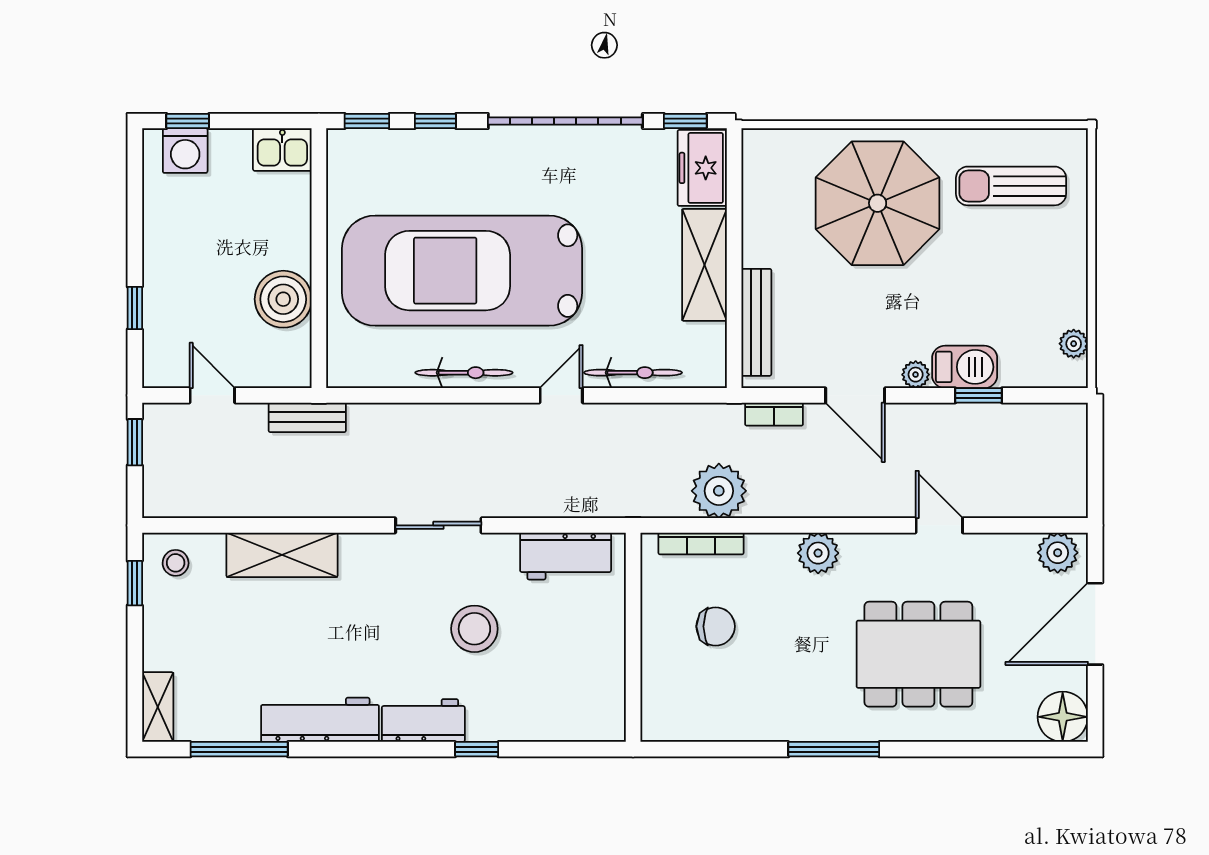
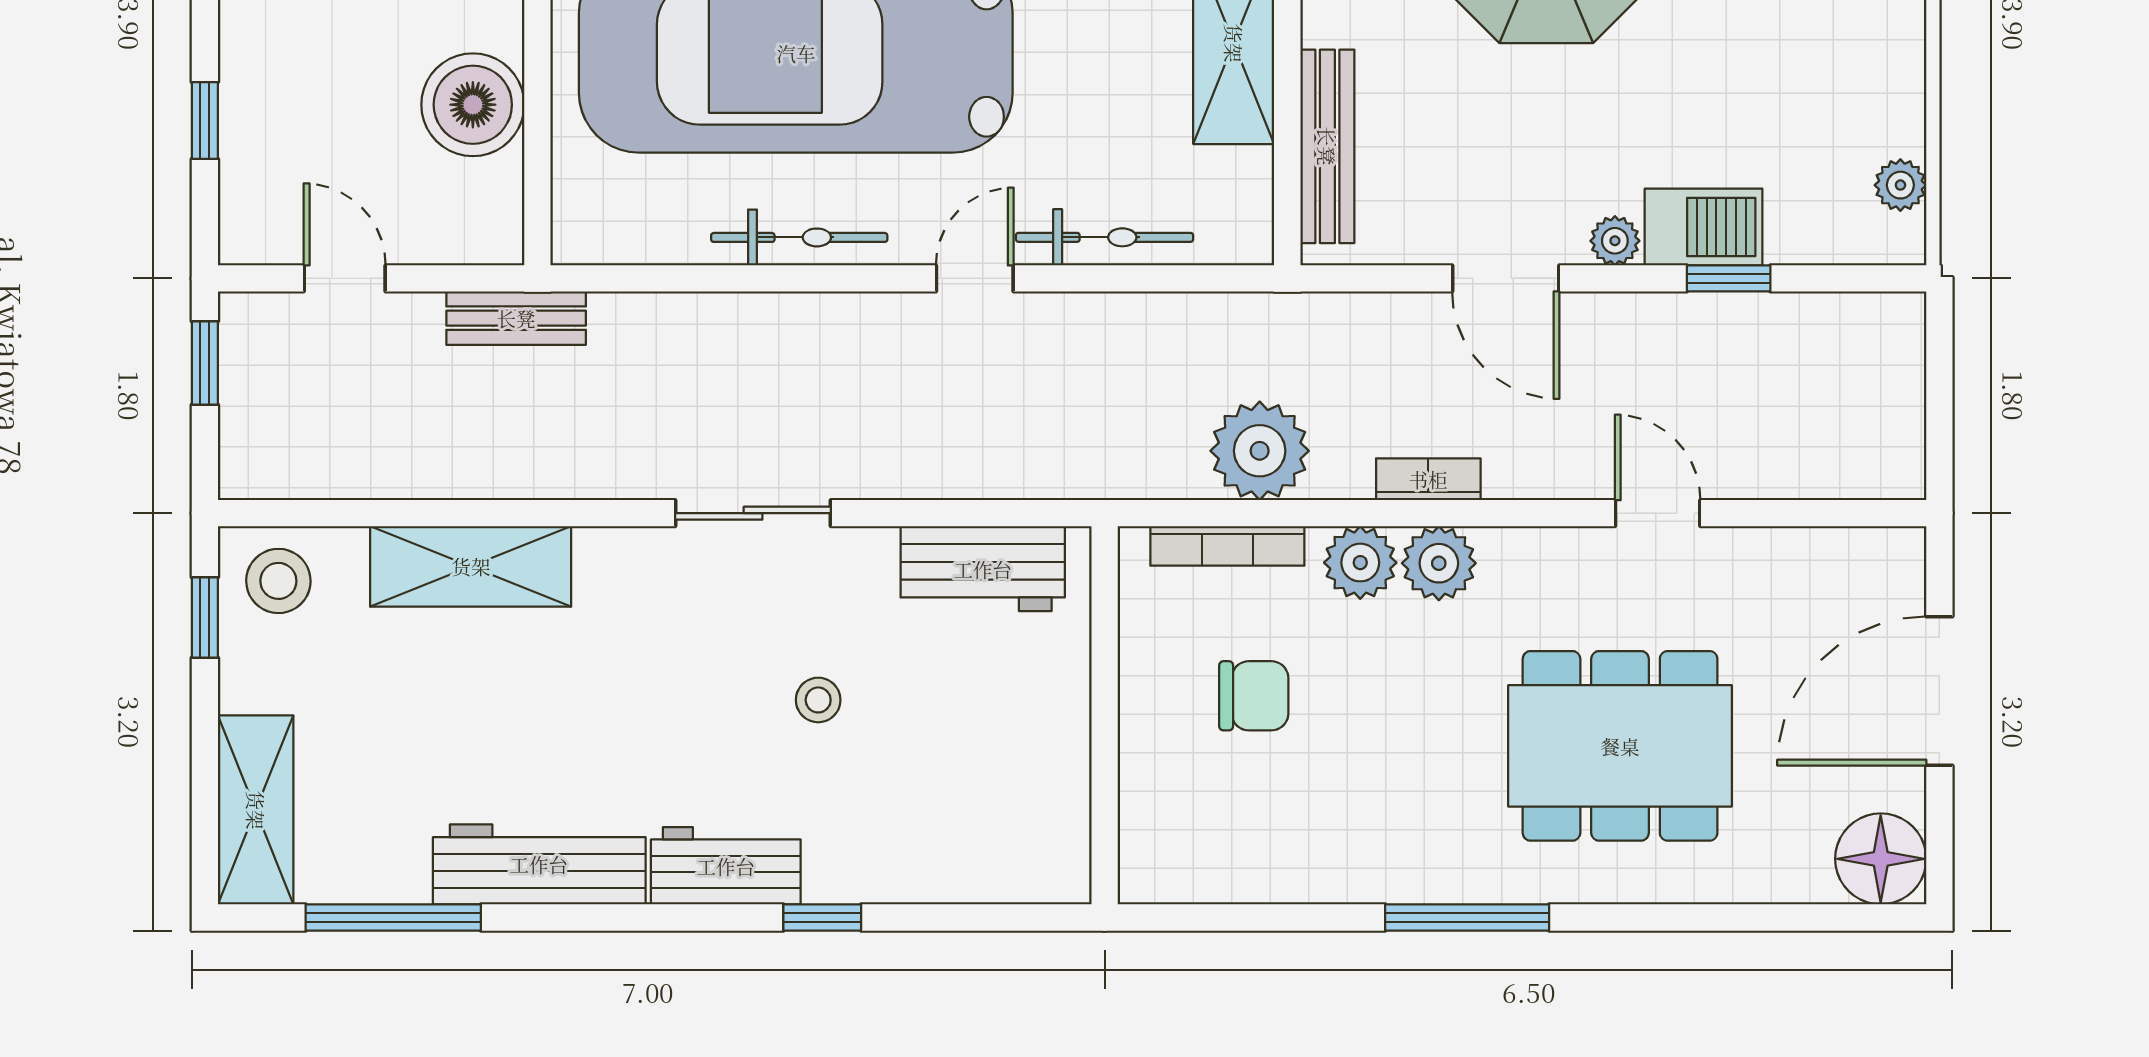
bookcase: (774, 414) -> (1428, 479), moved, turned 180
plant: (1058, 553) -> (1360, 563), moved
stool: (176, 563) -> (278, 581), width x1.37, depth x1.37
stool: (474, 629) -> (818, 700), width x0.53, depth x0.53
shelving: (158, 707) -> (256, 810), width x1.50, depth x1.33

